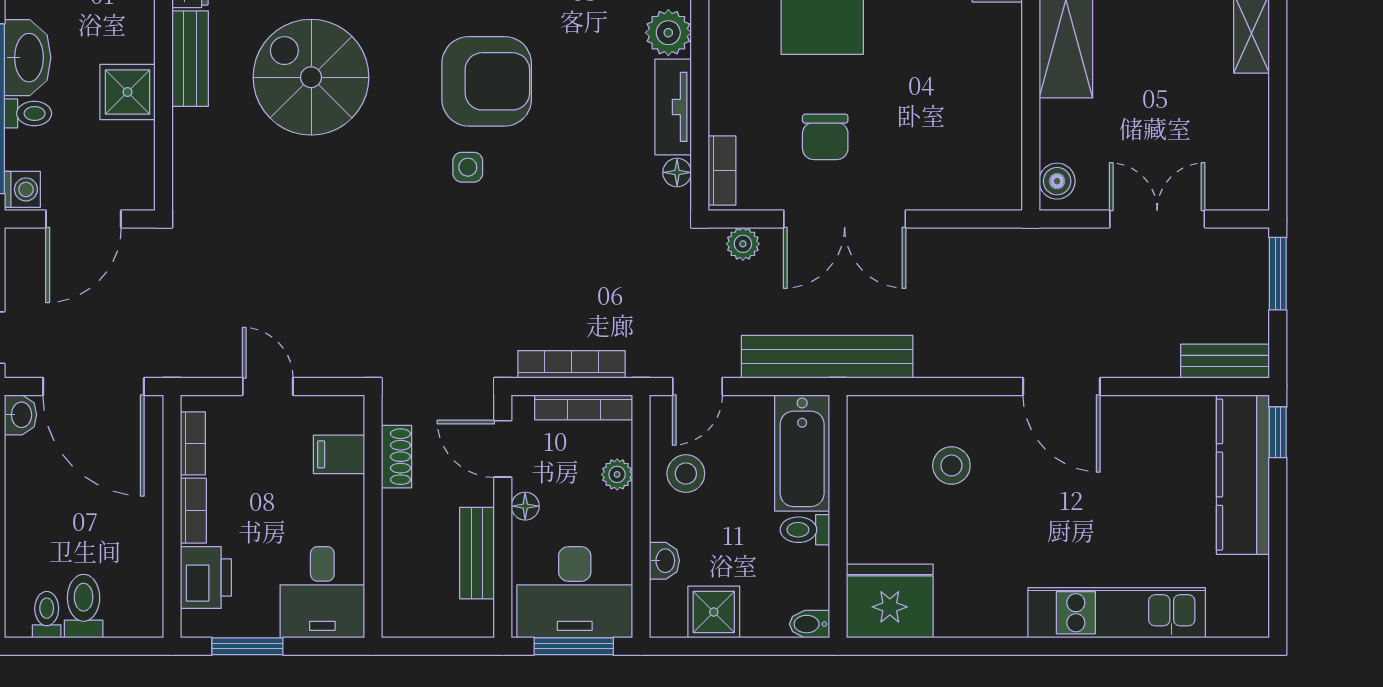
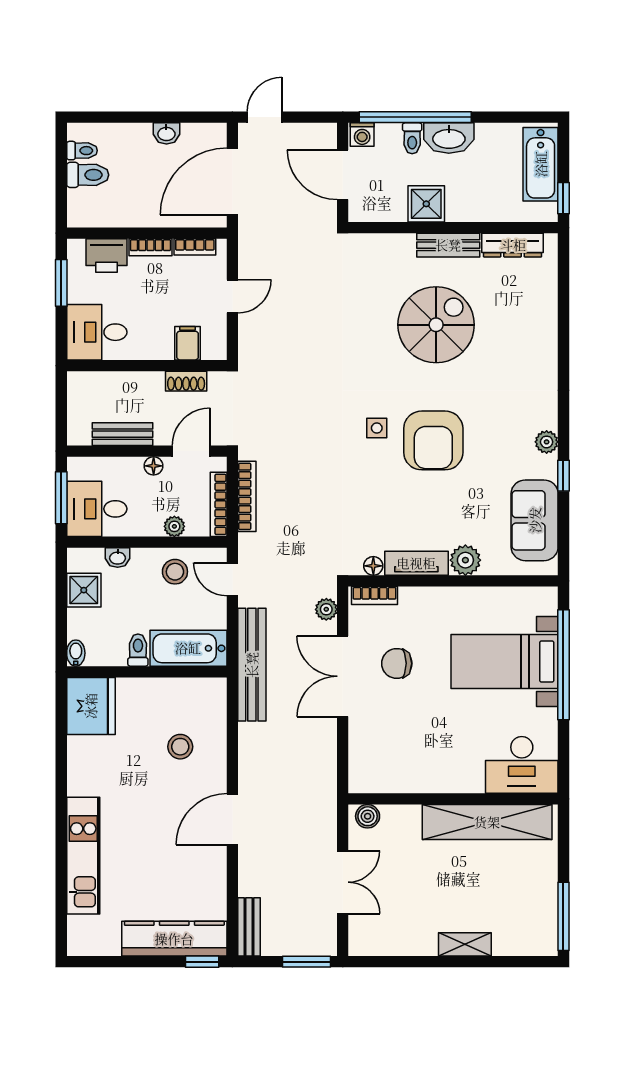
washbasin: (21, 415) -> (166, 133), moved
desk: (575, 592) -> (97, 509), width x0.73

